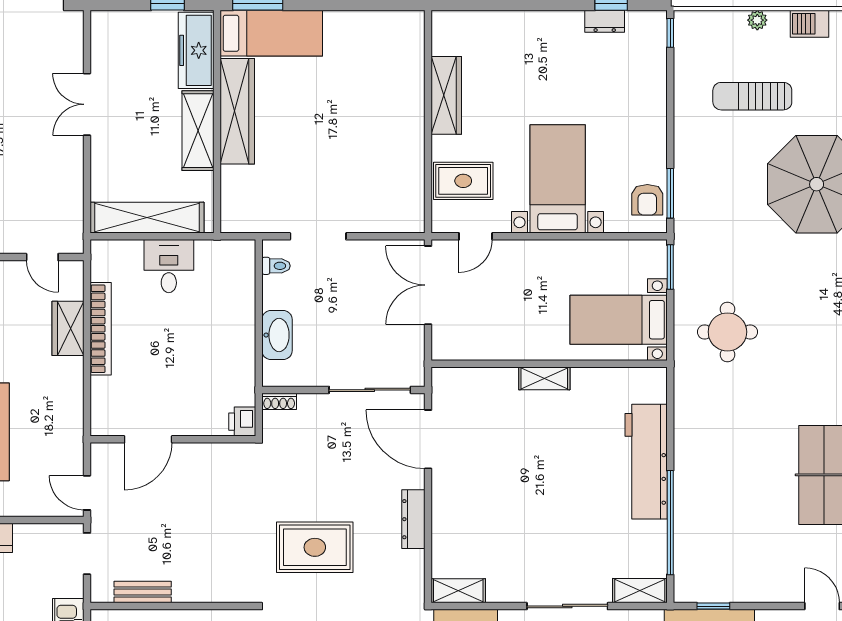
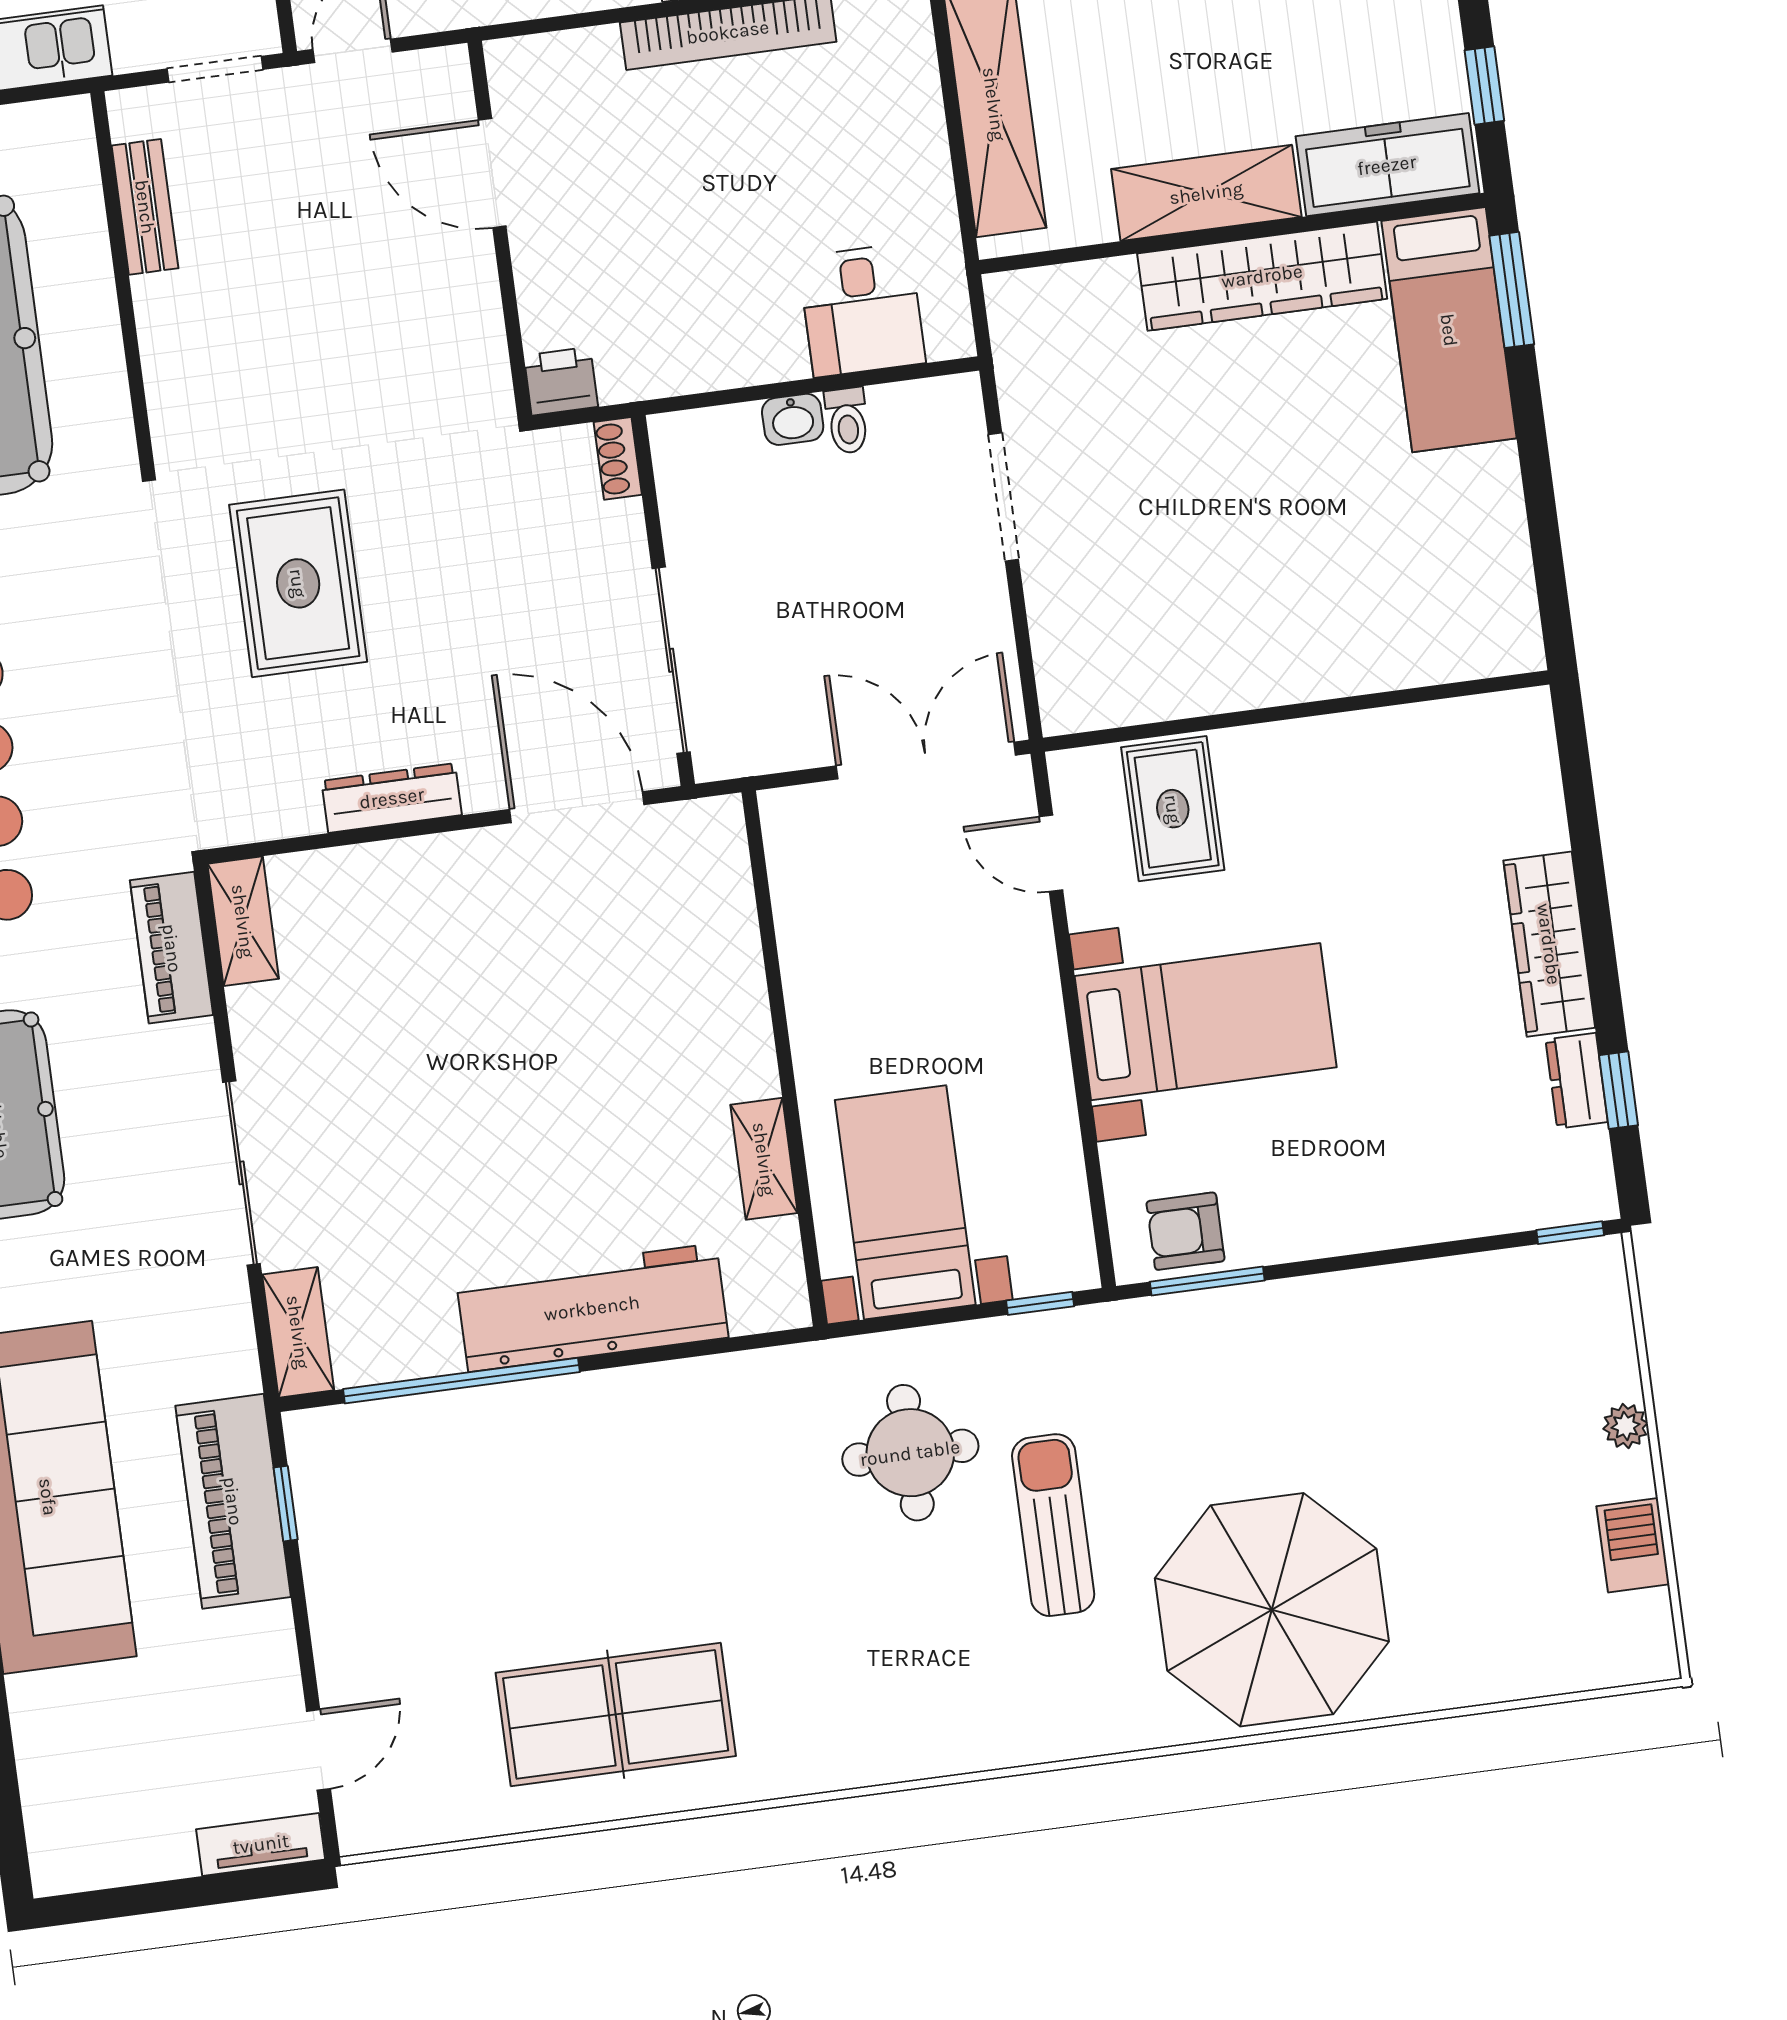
wardrobe: (446, 95) -> (1549, 944), moved, turned 90
sun lounger: (752, 96) -> (1053, 1525), moved
desk: (169, 266) -> (862, 310), moved, turned 90
toilet: (276, 266) -> (847, 421), moved
window: (670, 267) -> (1040, 1303), width x0.67
washbasin: (277, 335) -> (793, 419), width x0.52, depth x0.69
shelving: (544, 378) -> (764, 1159), moved
door: (428, 439) -> (577, 807), hinge flipped

